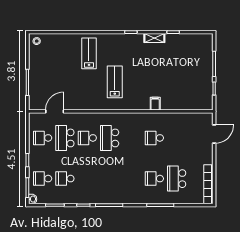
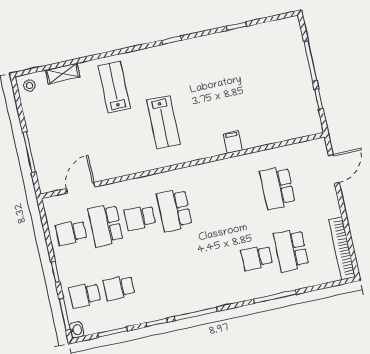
shelving: (154, 38) -> (63, 74), moved
lab bench: (115, 82) -> (163, 122), turned 180
school desk: (154, 138) -> (278, 188), moved, width x1.85

